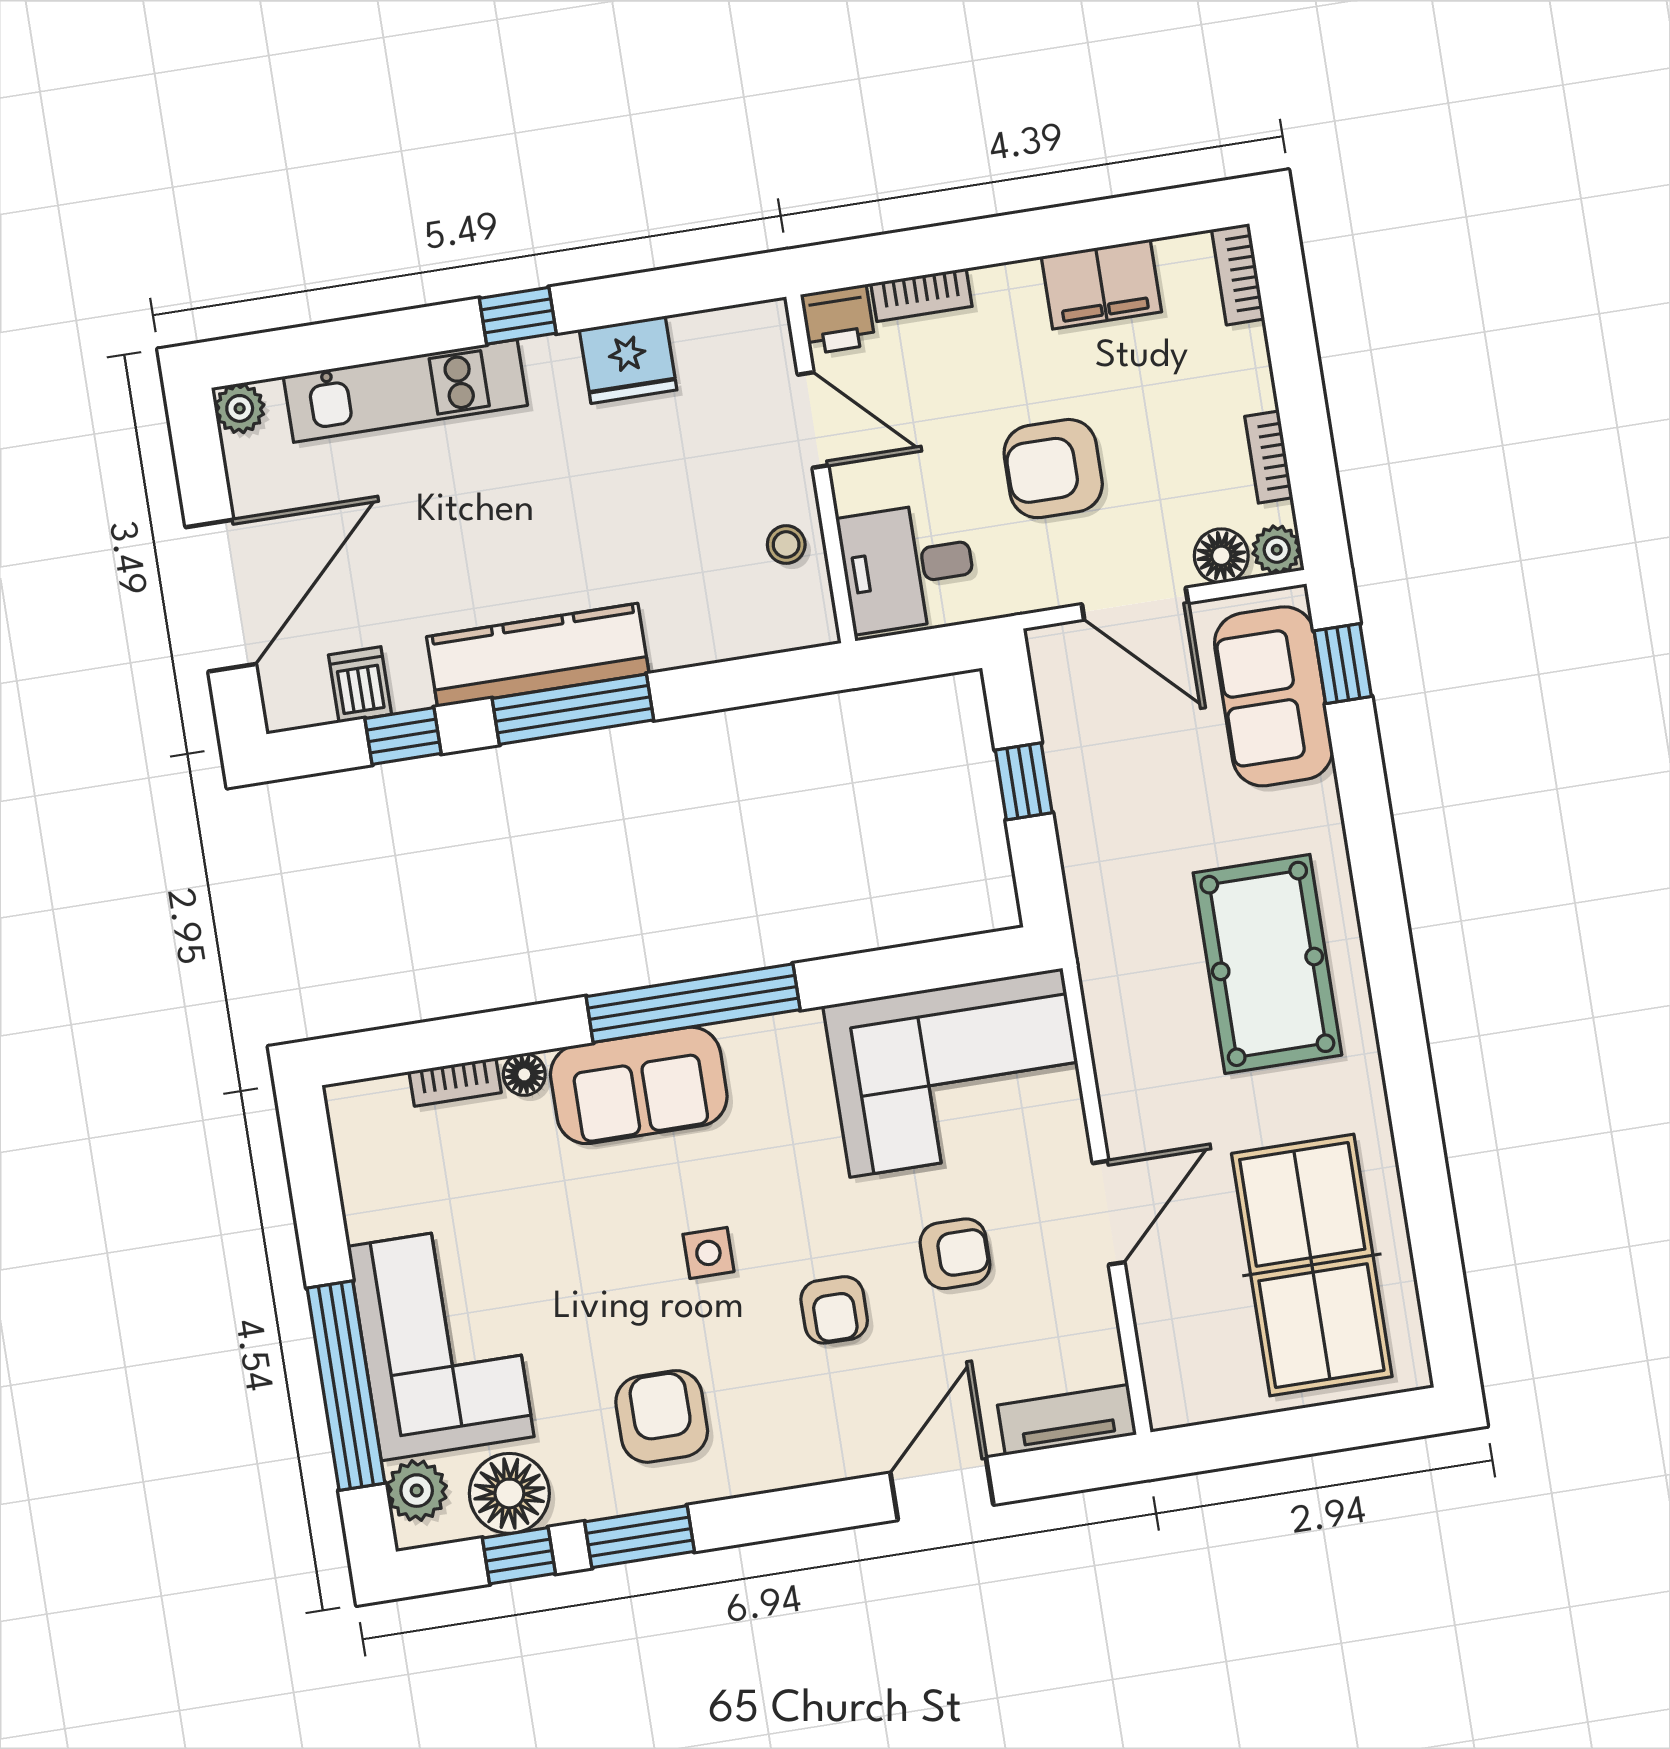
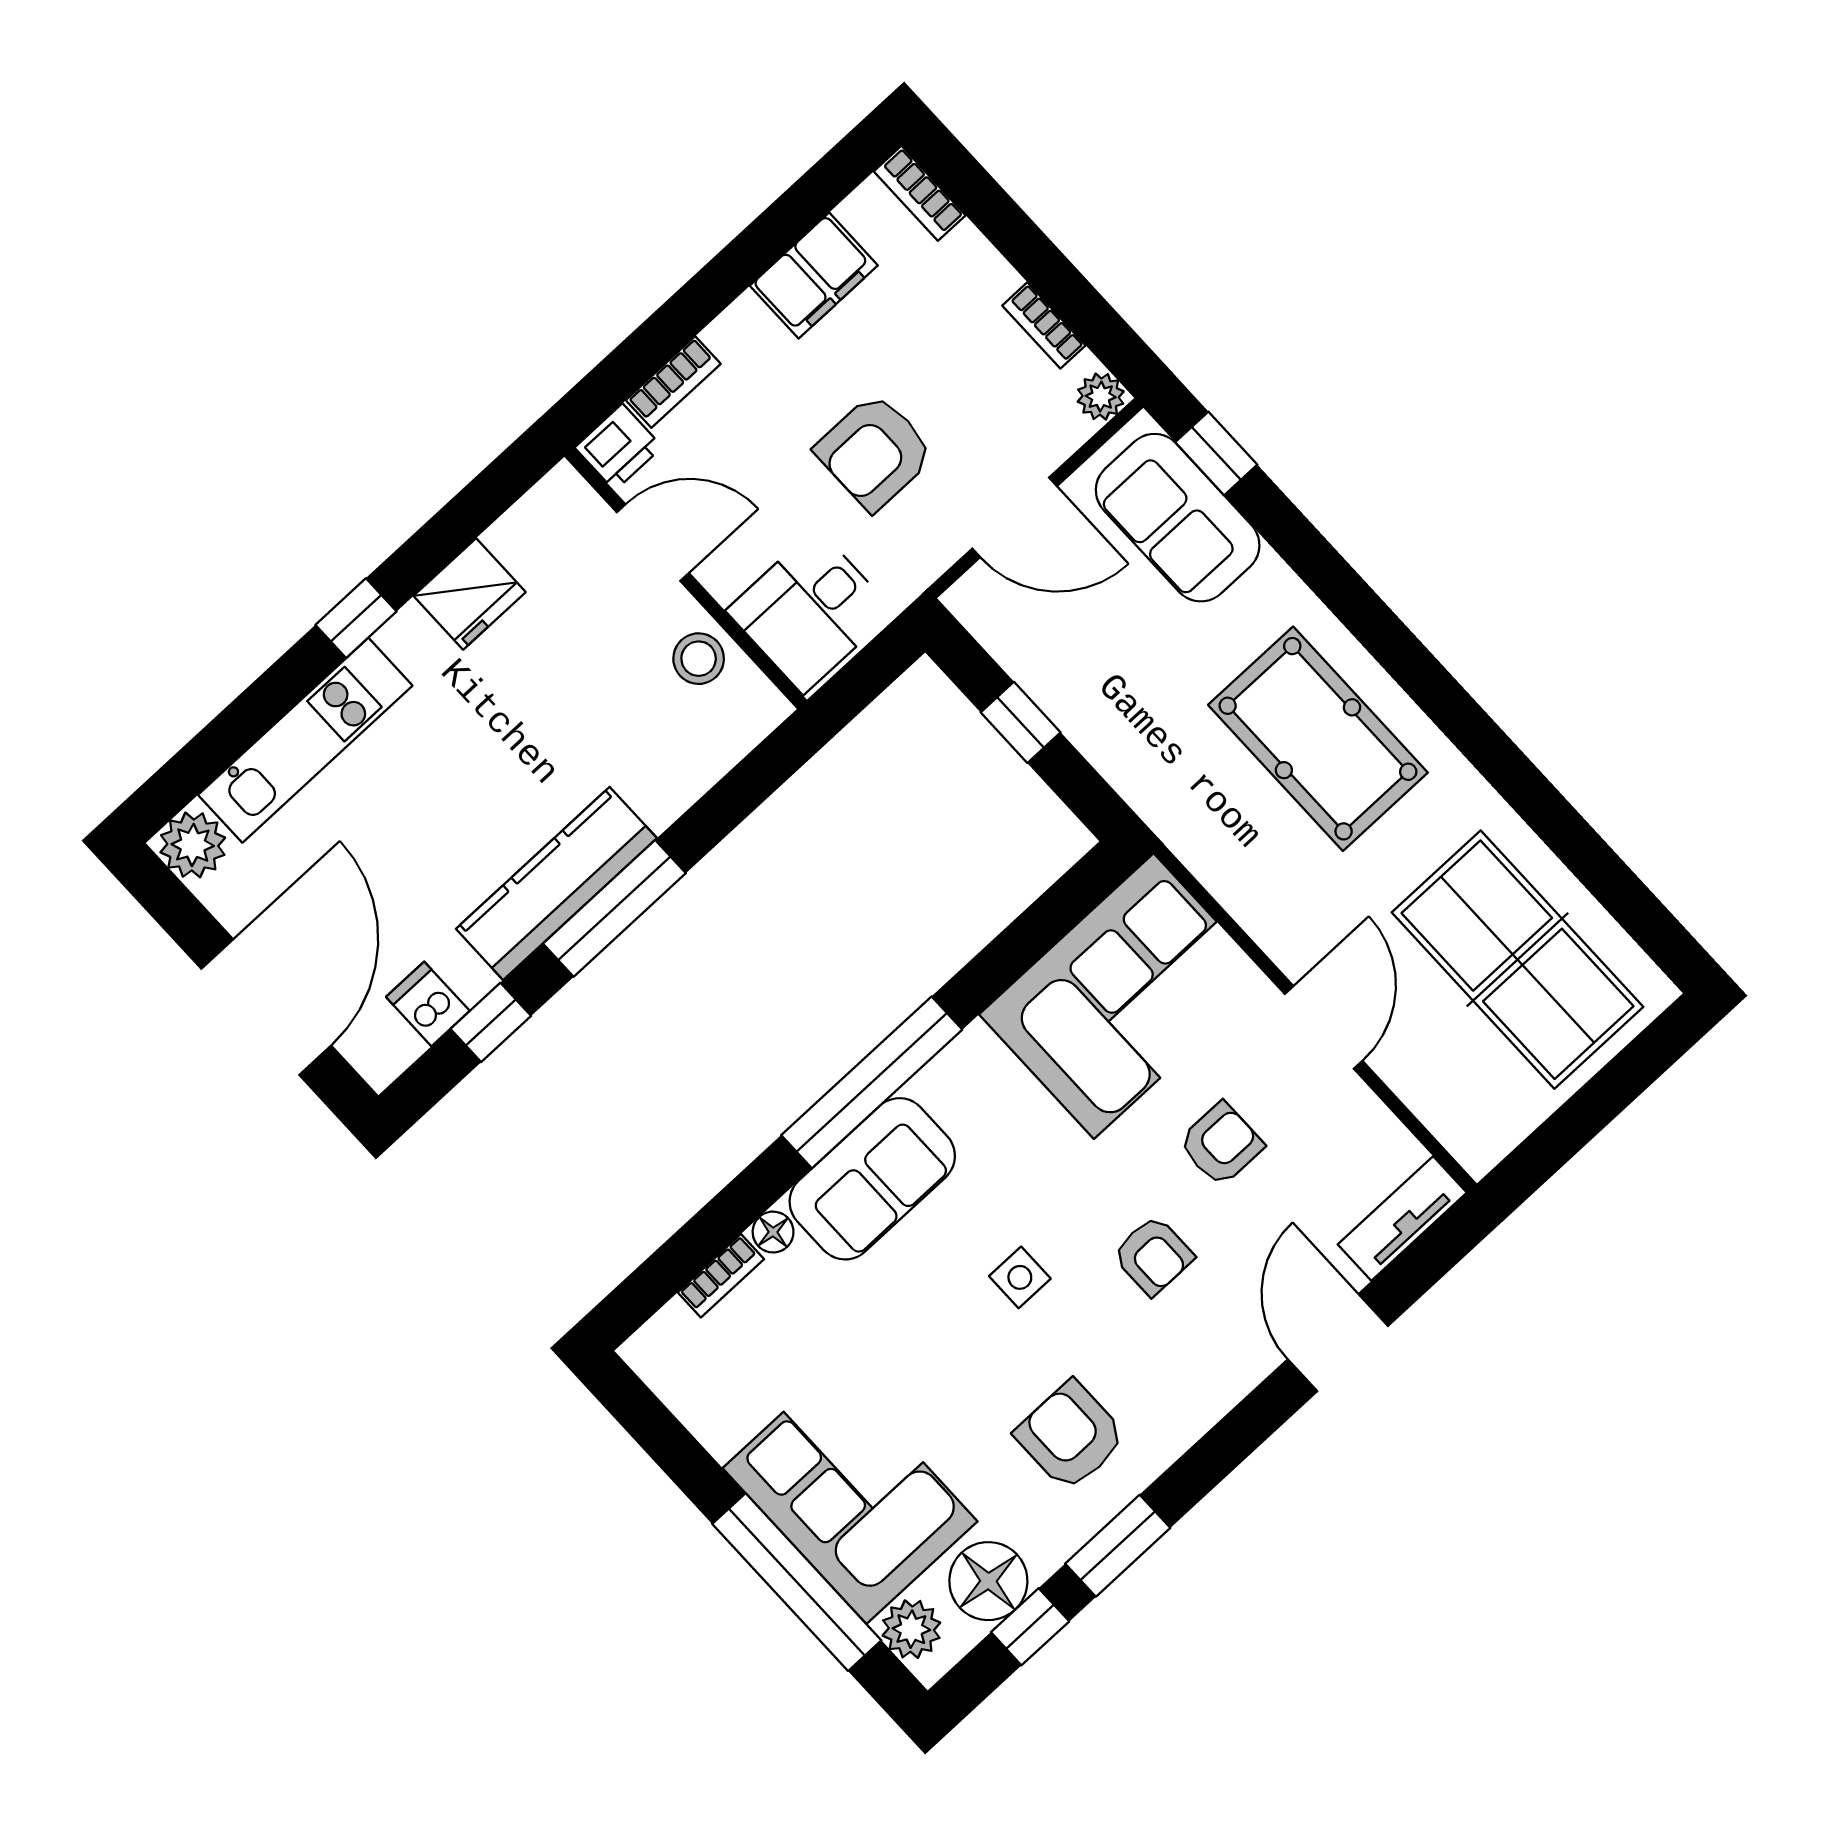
plant: (240, 408) -> (193, 845), width x1.38, depth x1.38
stool: (786, 545) -> (699, 659), width x1.37, depth x1.37
floor lamp: (1221, 556) -> (1059, 432), removed

